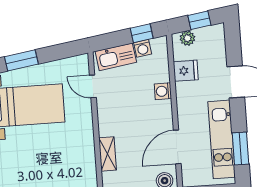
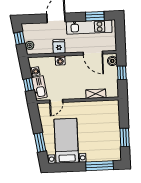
window: (142, 33) -> (29, 85), moved
fridge: (186, 71) -> (59, 46), moved

